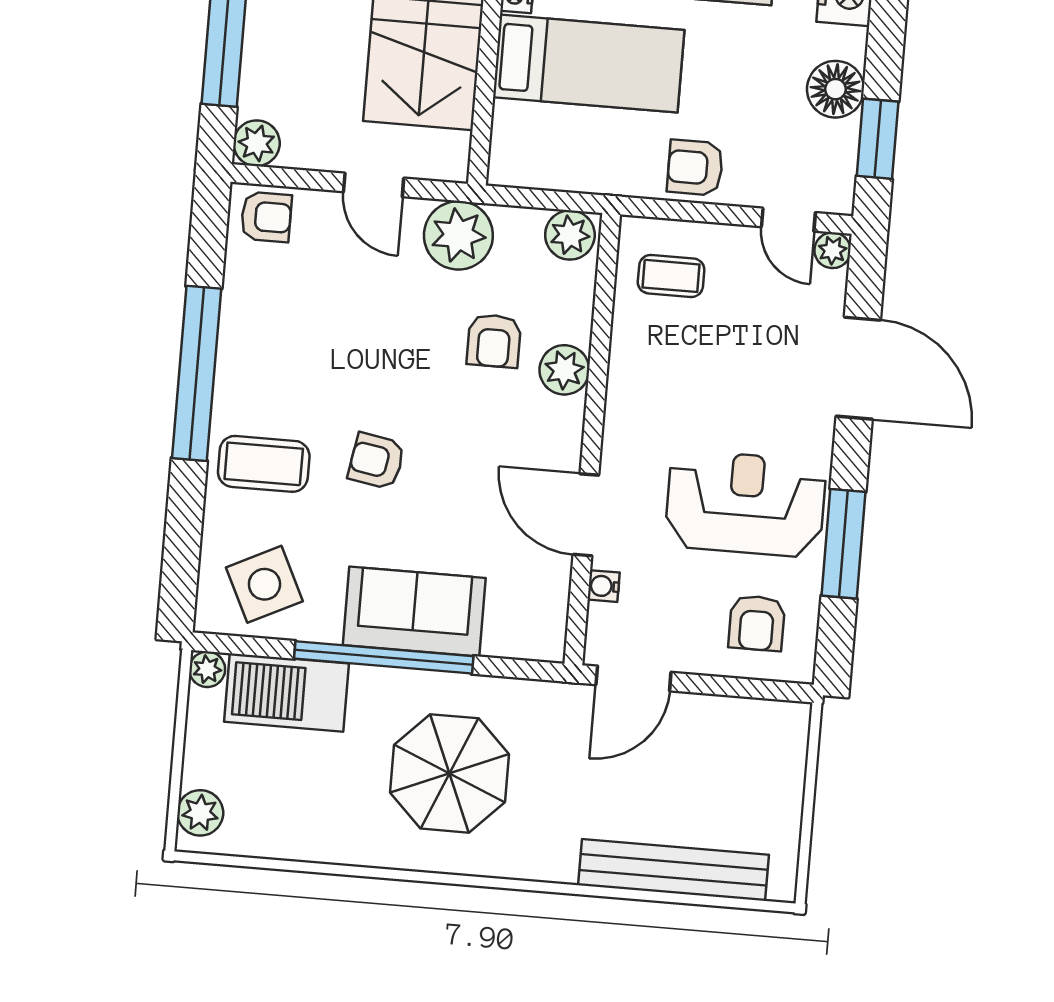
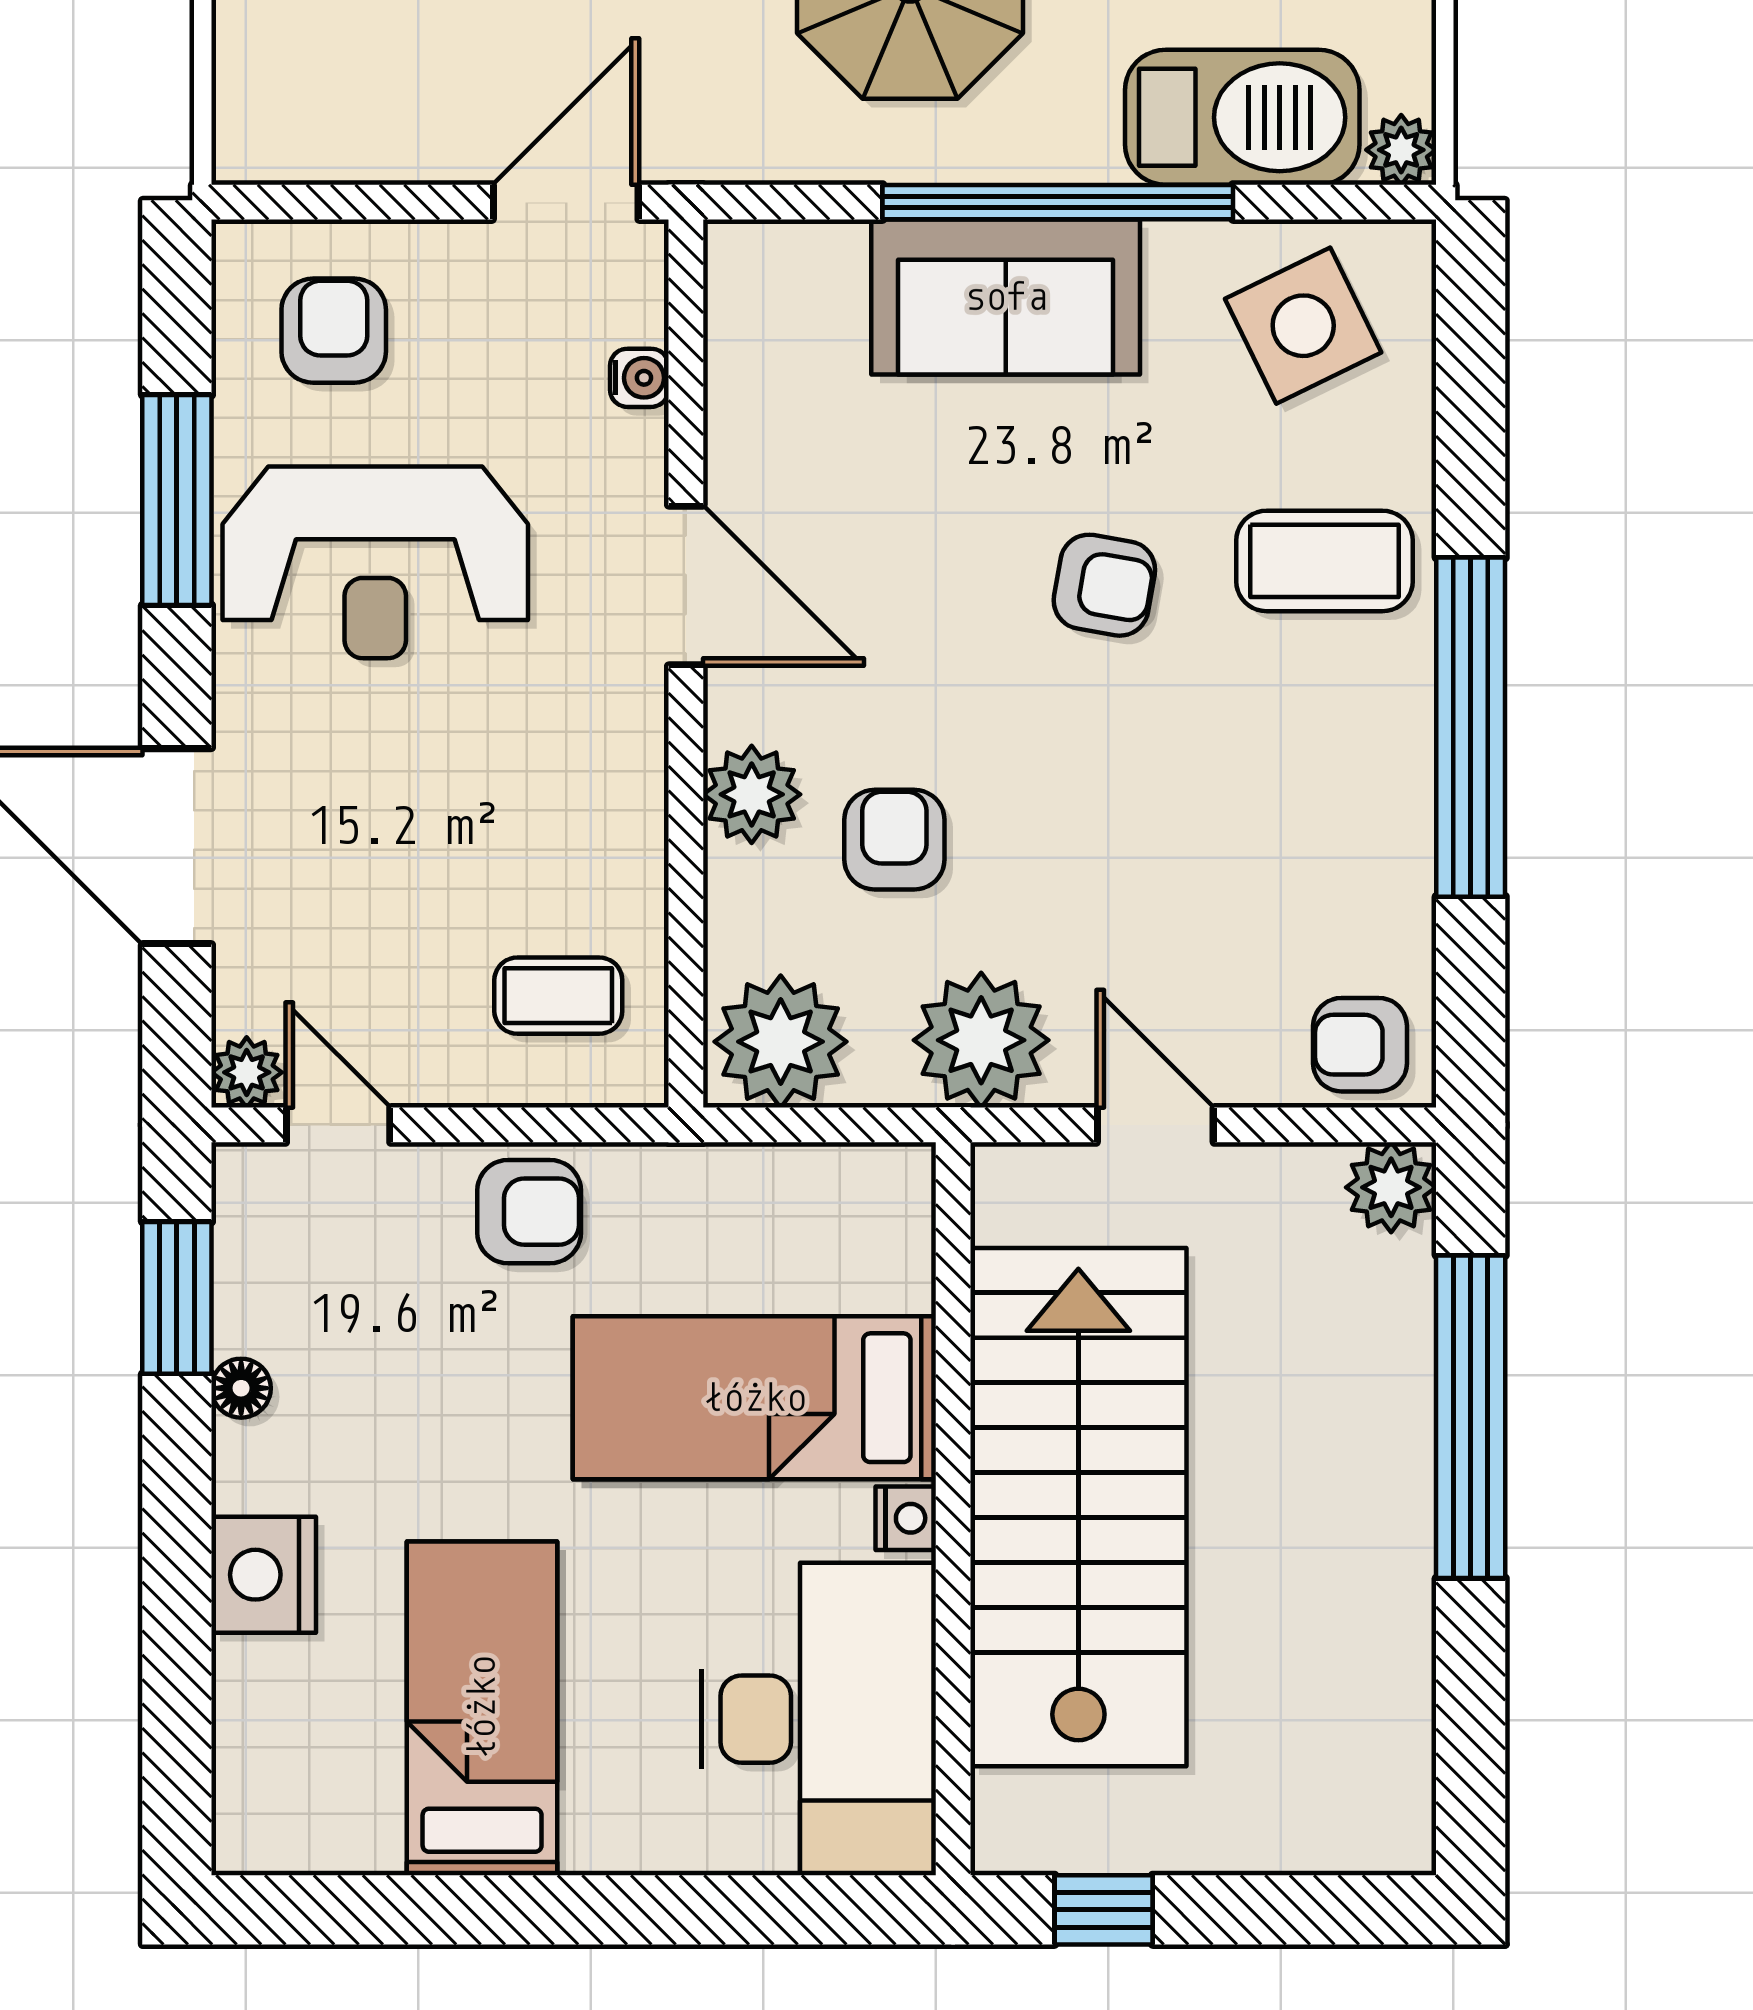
floor lamp: (835, 89) -> (241, 1388), width x0.53, depth x0.53
plant: (570, 235) -> (781, 1042), width x1.36, depth x1.36
door: (586, 515) -> (686, 585), moved

